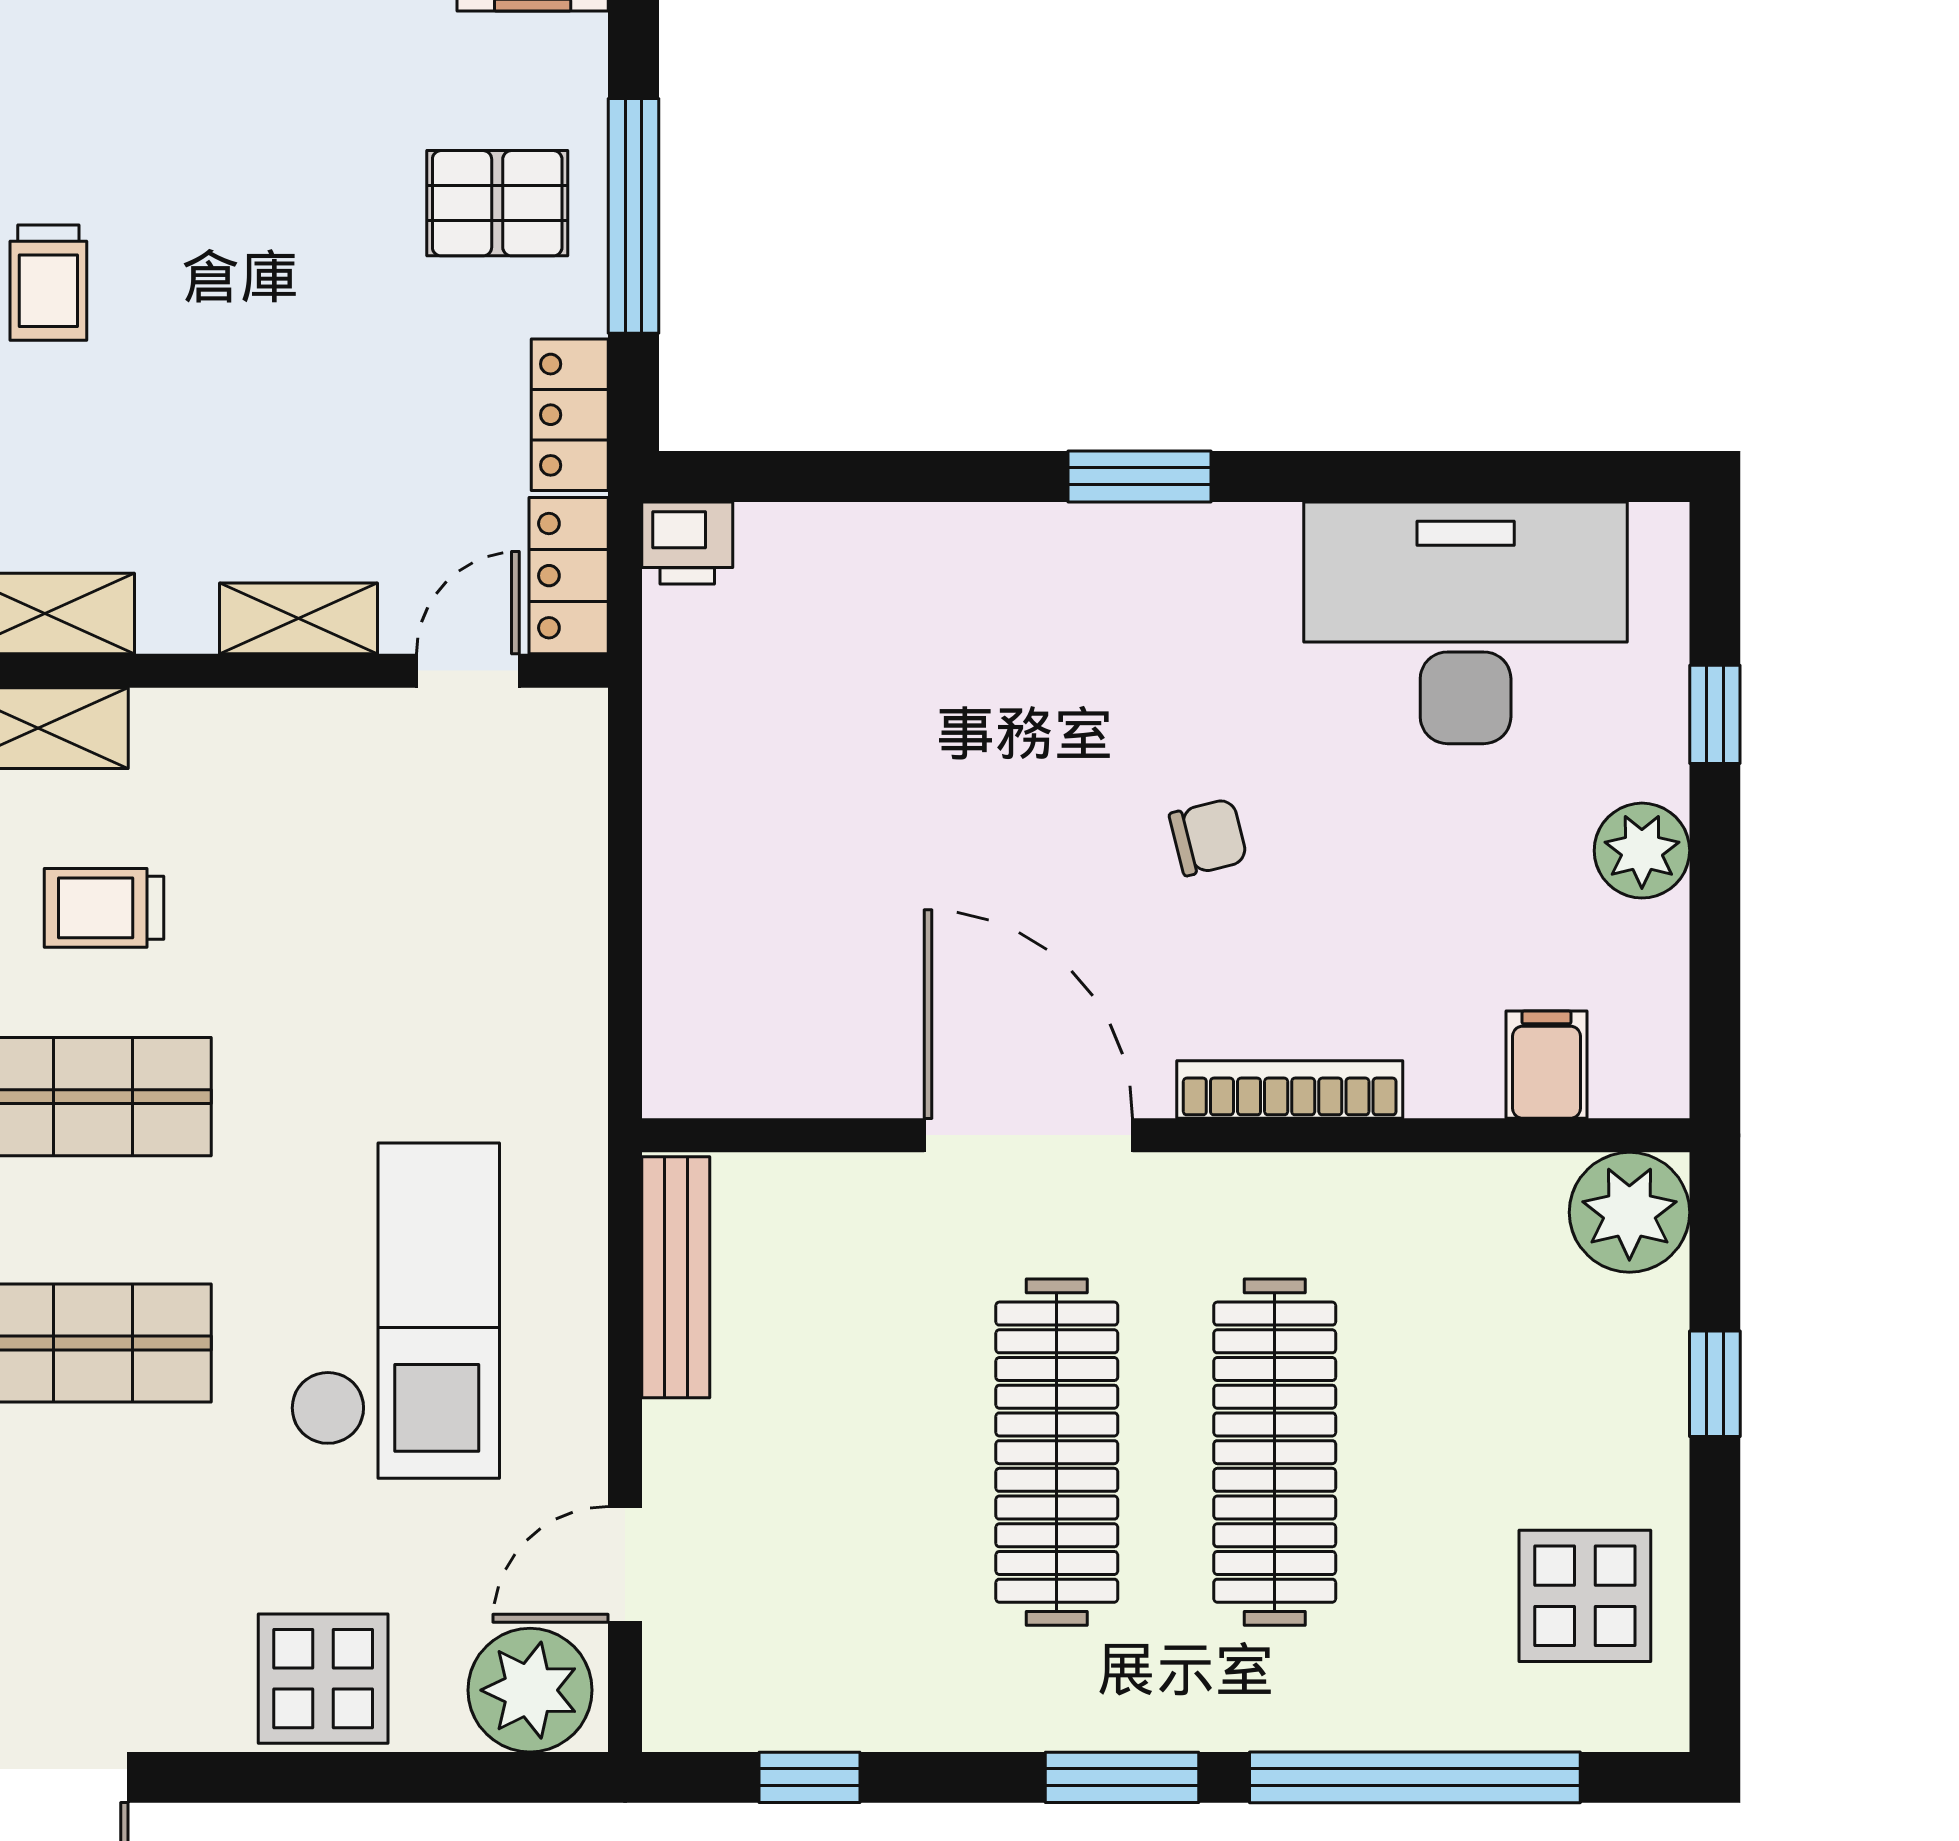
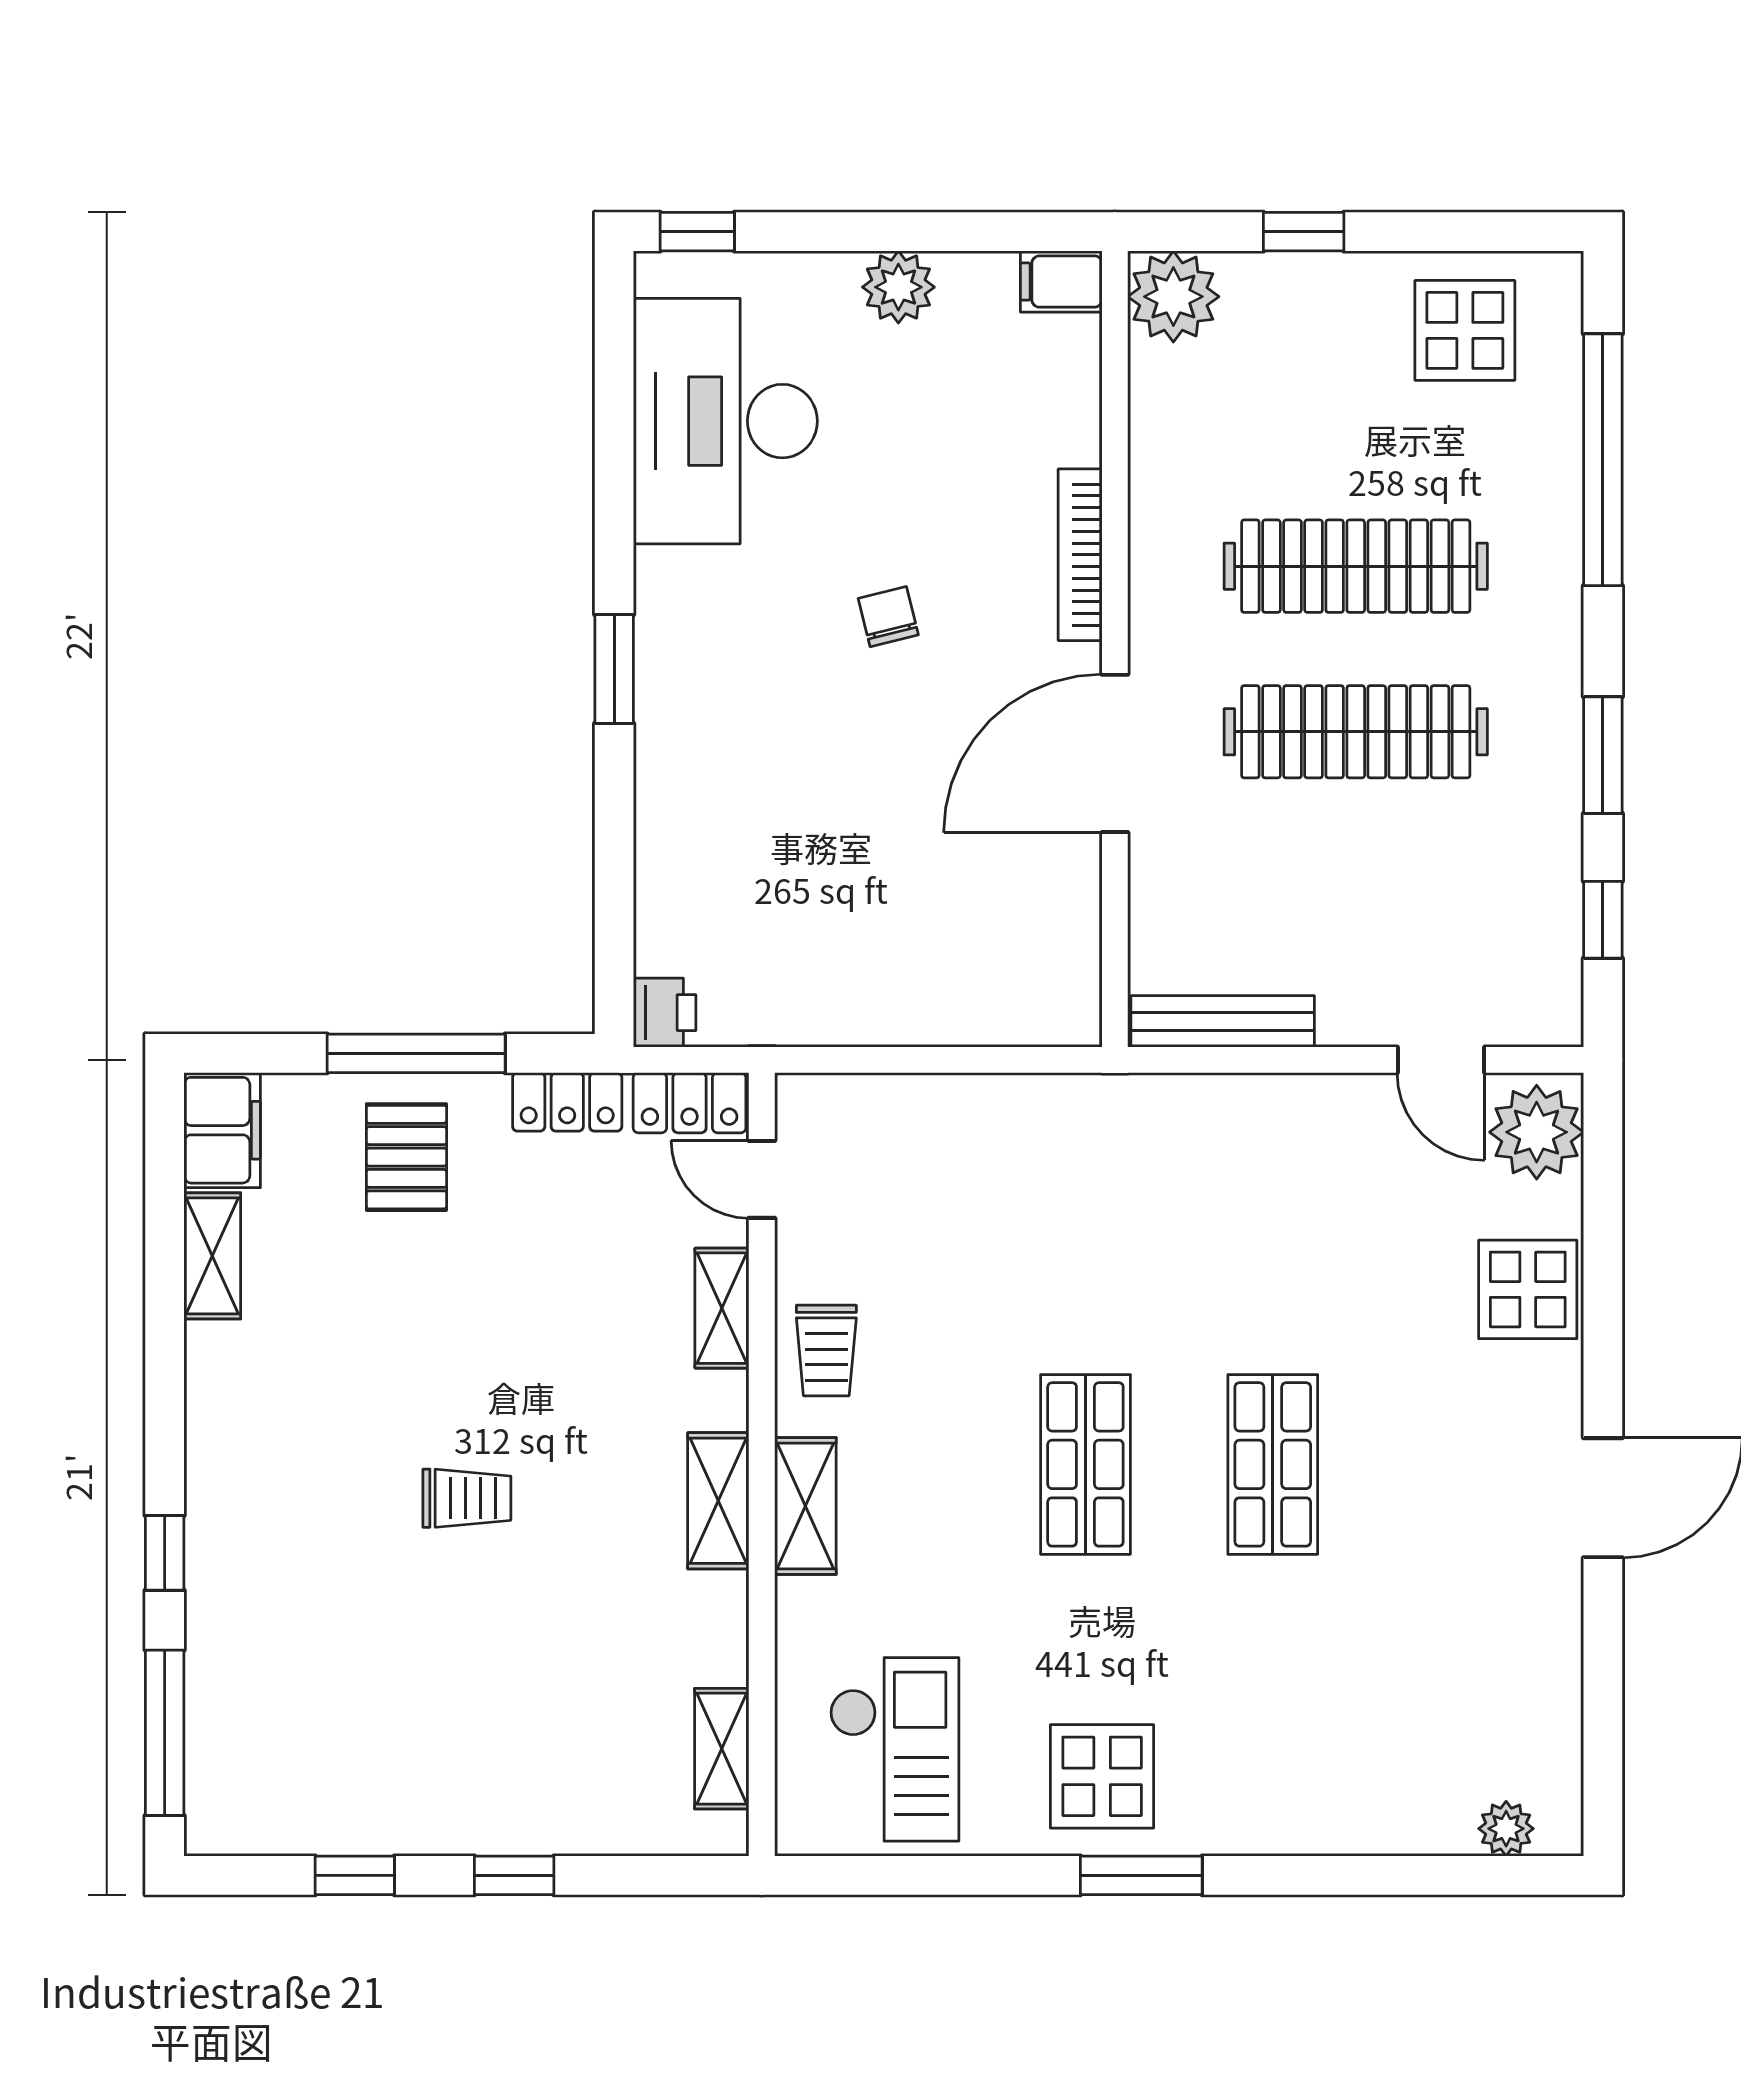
window: (1715, 714) -> (697, 232), moved
trolley: (104, 908) -> (826, 1351), moved
filing cabinet: (1546, 1065) -> (1061, 282), moved
checkout: (395, 1311) -> (1248, 1235), removed
window: (1122, 1777) -> (1603, 755), moved

